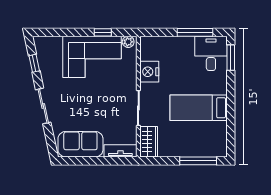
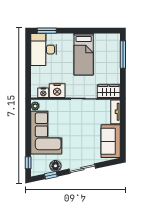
window: (103, 32) -> (28, 163), moved
window: (195, 32) -> (28, 57), removed
nightstand: (146, 53) -> (43, 93), added
desk: (211, 53) -> (44, 50), width x1.37
floor lamp: (47, 69) -> (55, 166), added

